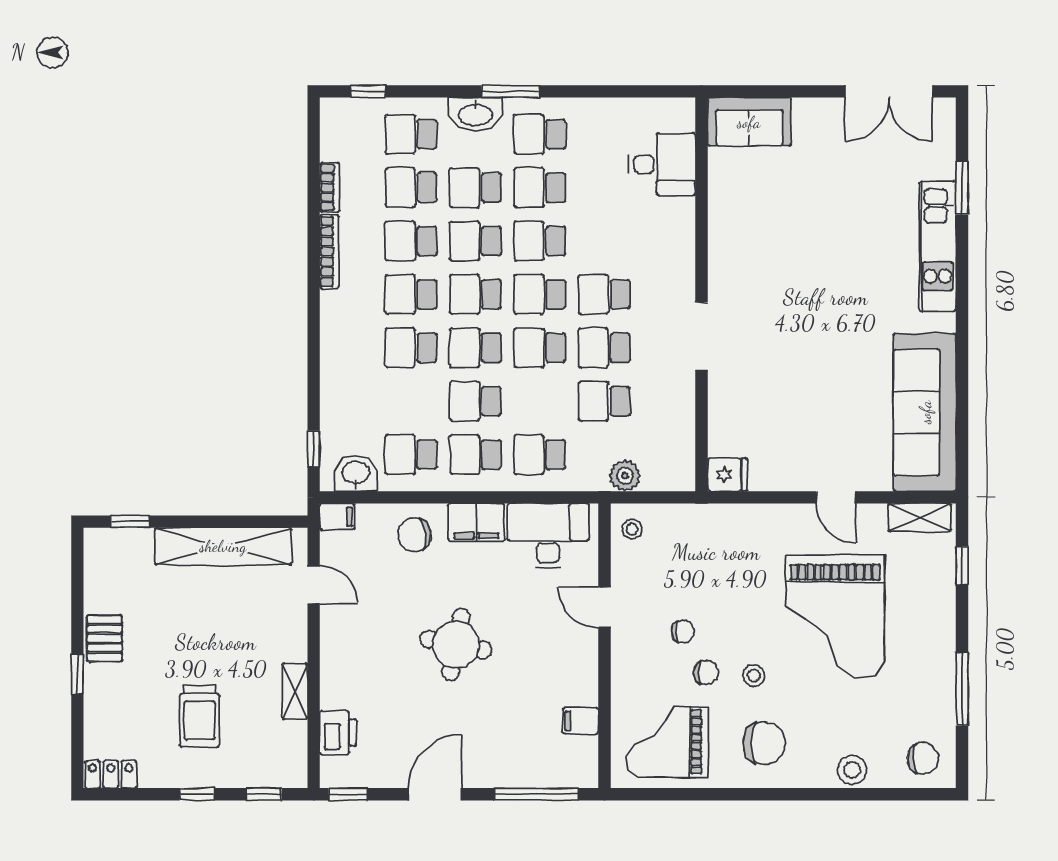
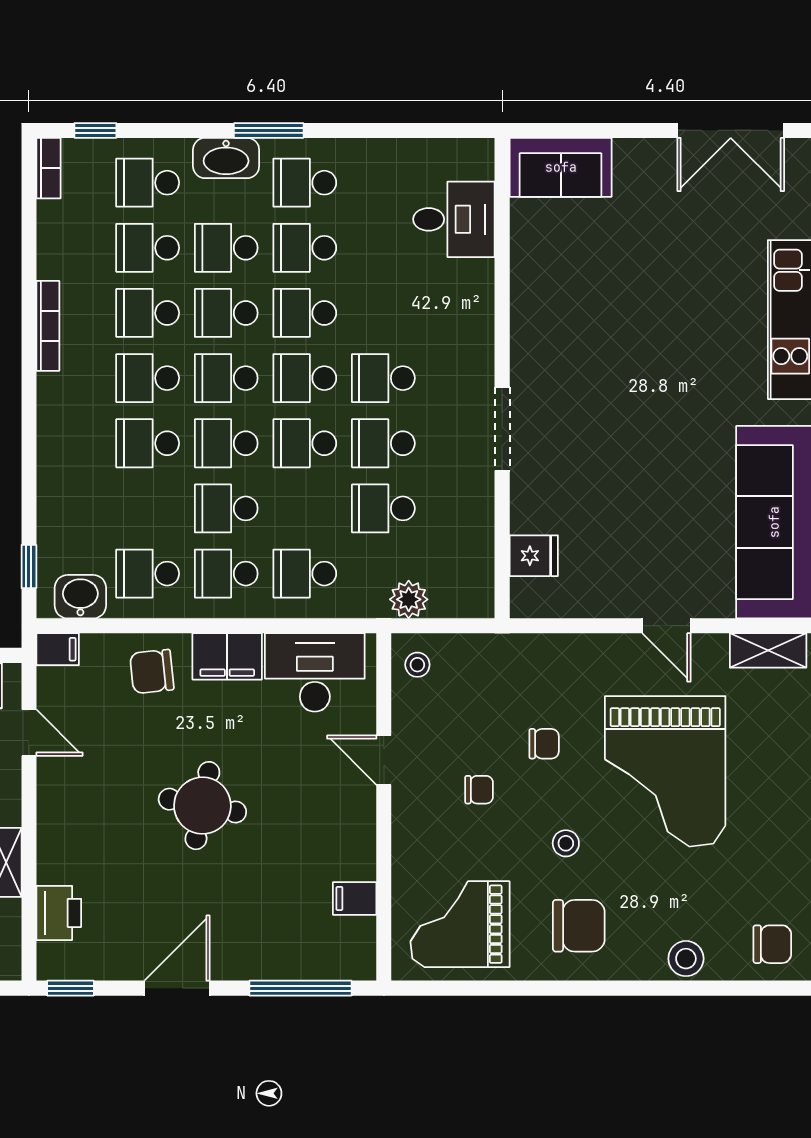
bookcase: (330, 187) -> (48, 168), moved
fridge: (727, 475) -> (534, 556), moved
chair: (706, 672) -> (544, 744), moved

